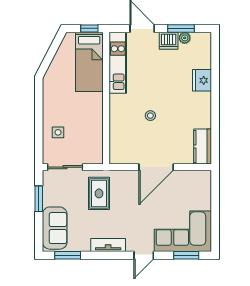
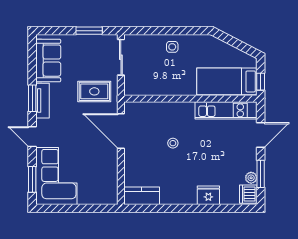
dishwasher: (169, 41) -> (248, 194), moved
side table: (58, 132) -> (172, 47), moved
door: (156, 167) -> (121, 131), moved
sofa: (55, 228) -> (48, 61), moved, turned -90
window: (68, 255) -> (32, 98), moved

